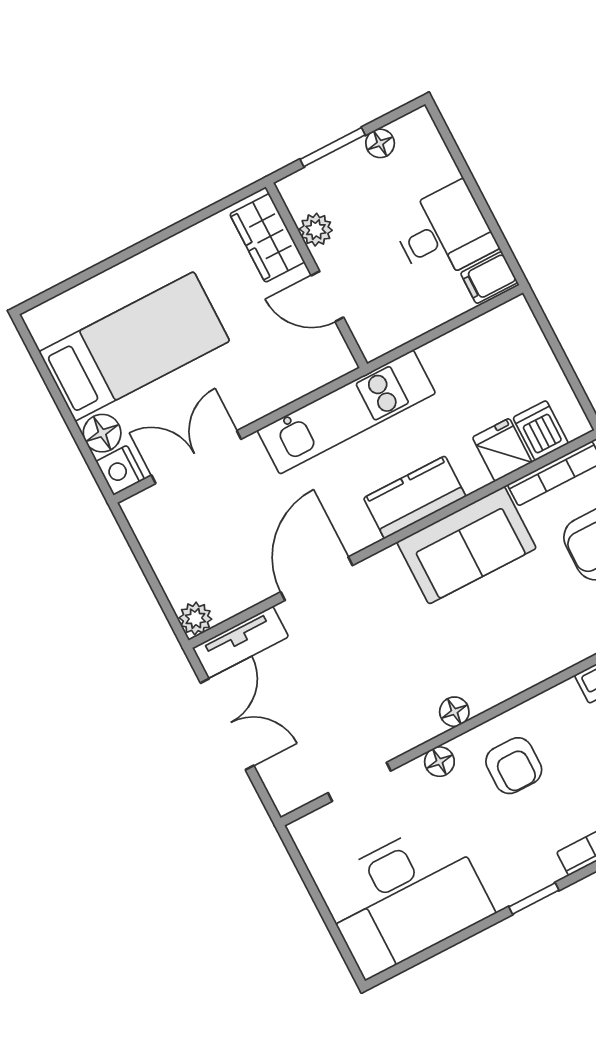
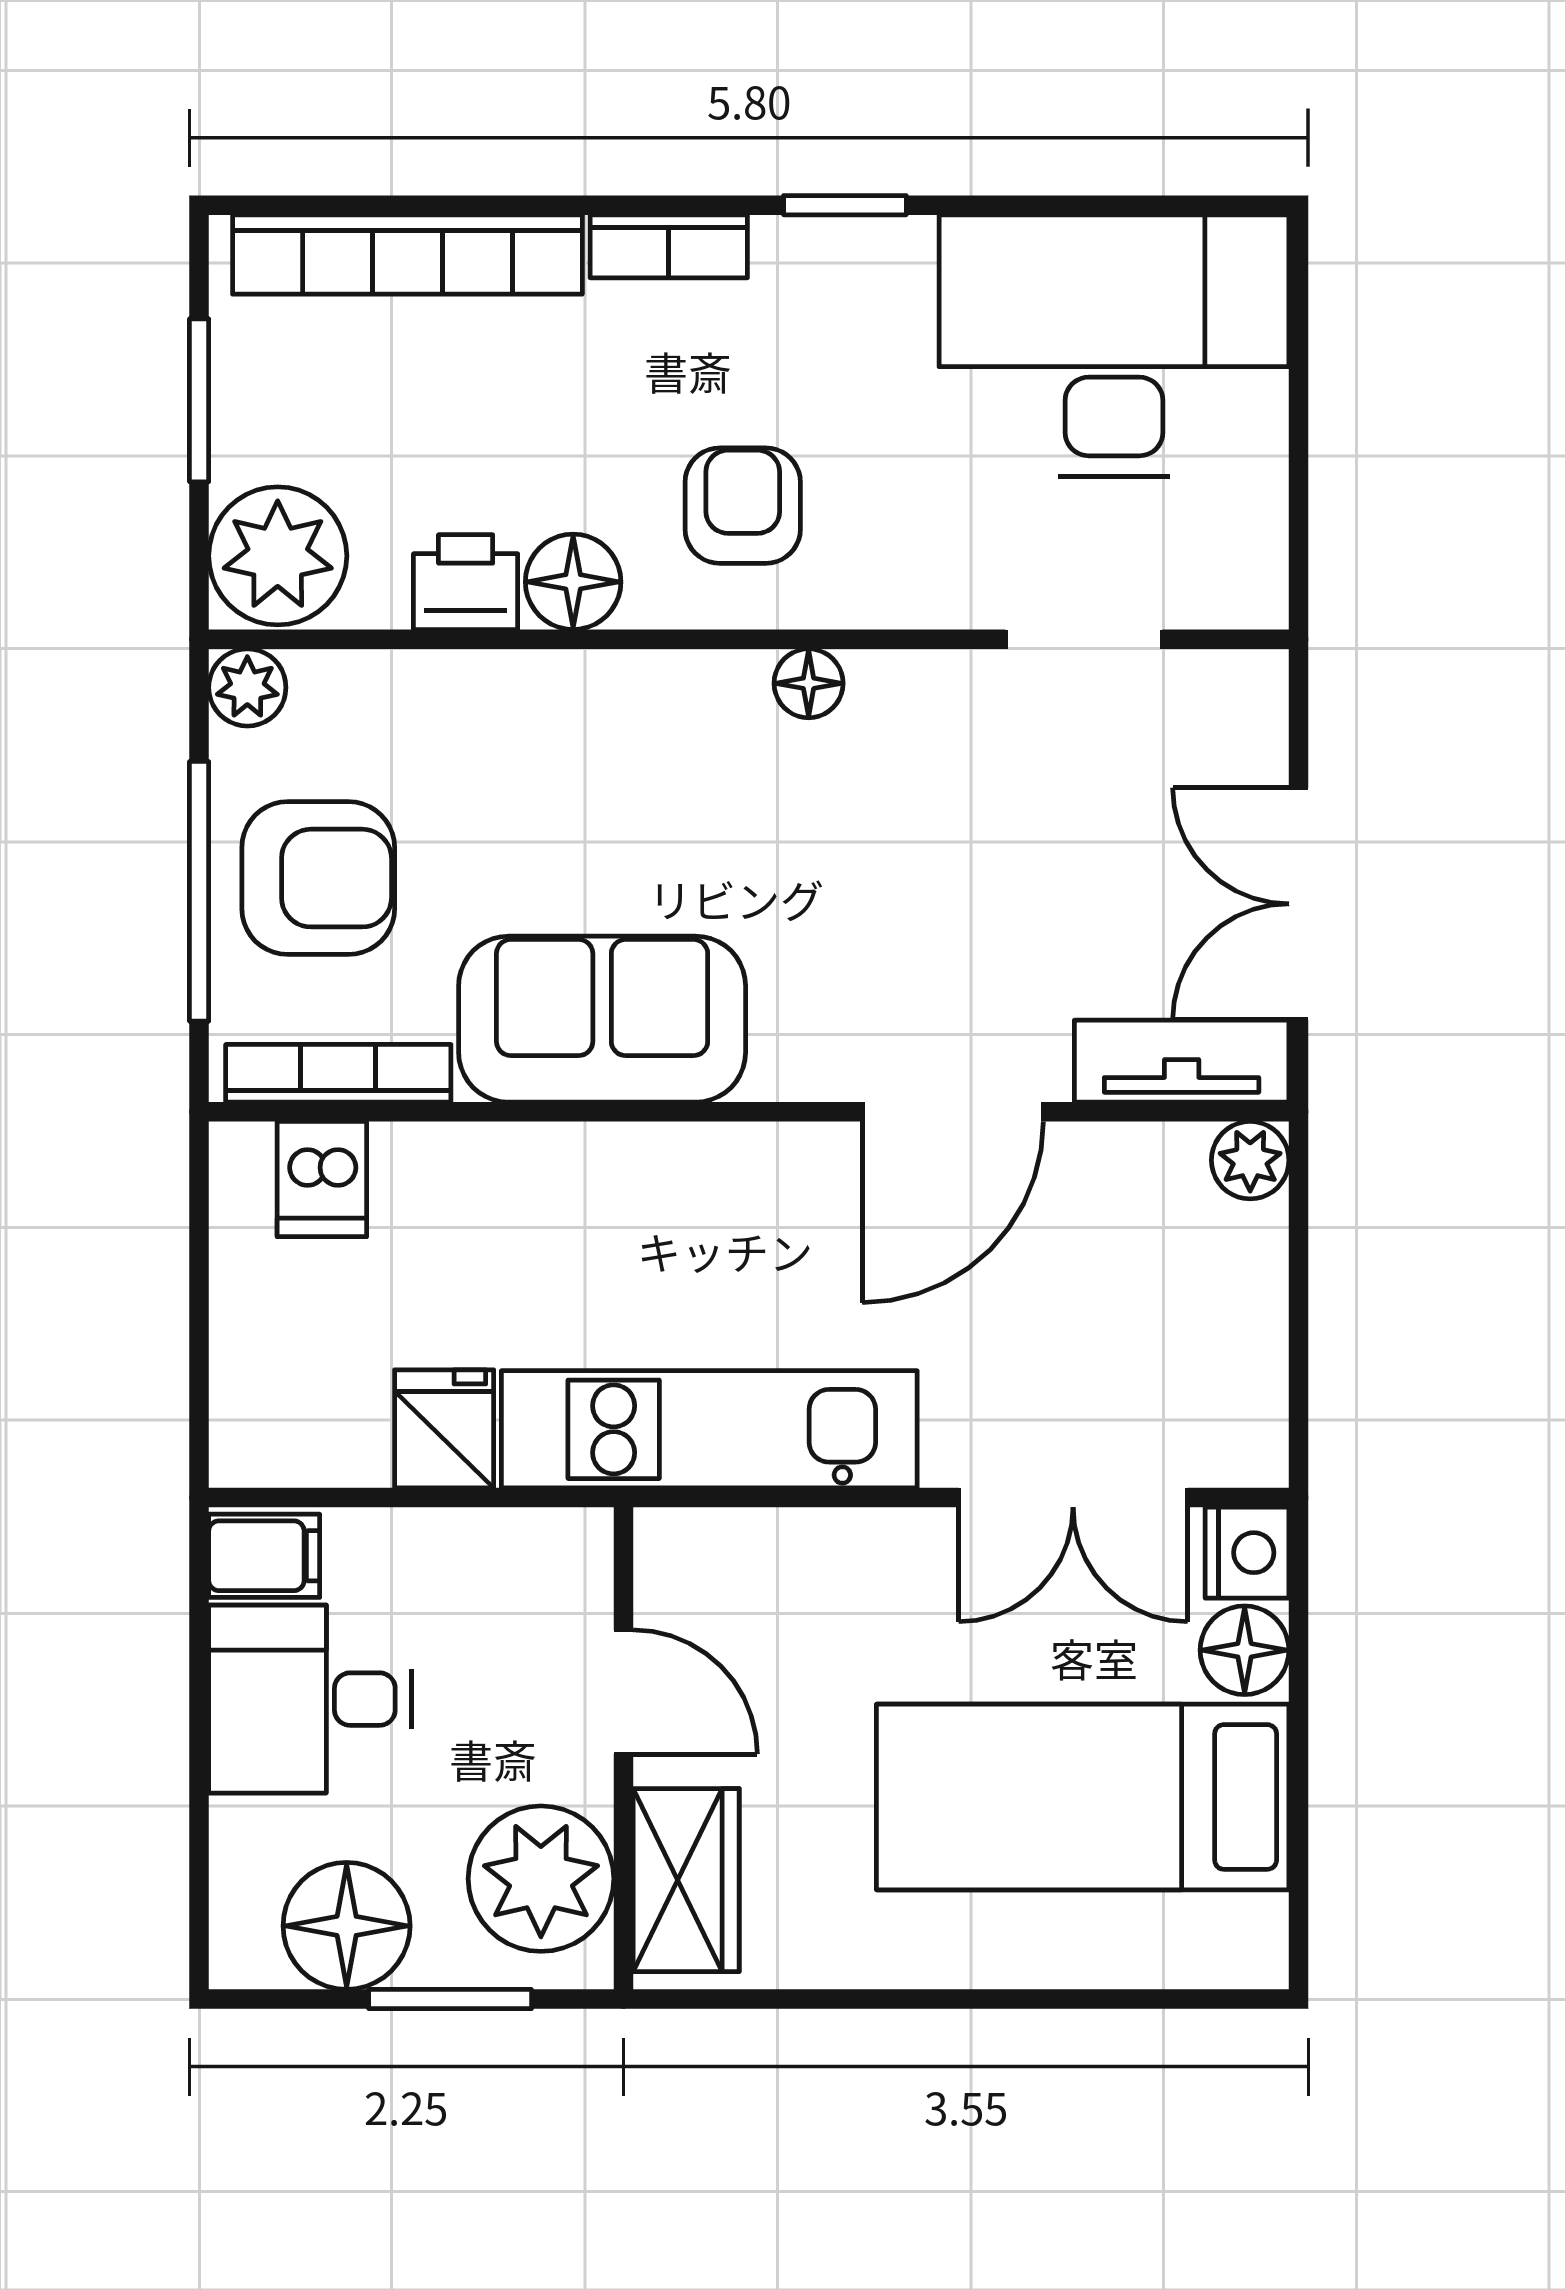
floor lamp: (380, 143) -> (347, 1926), width x1.89, depth x1.89
plant: (316, 230) -> (541, 1879), width x1.88, depth x1.88
fridge: (502, 450) -> (444, 1429), moved, turned 180
kitchen counter: (415, 497) -> (659, 1176), removed
floor lamp: (439, 762) -> (573, 582), moved, width x1.37, depth x1.37

